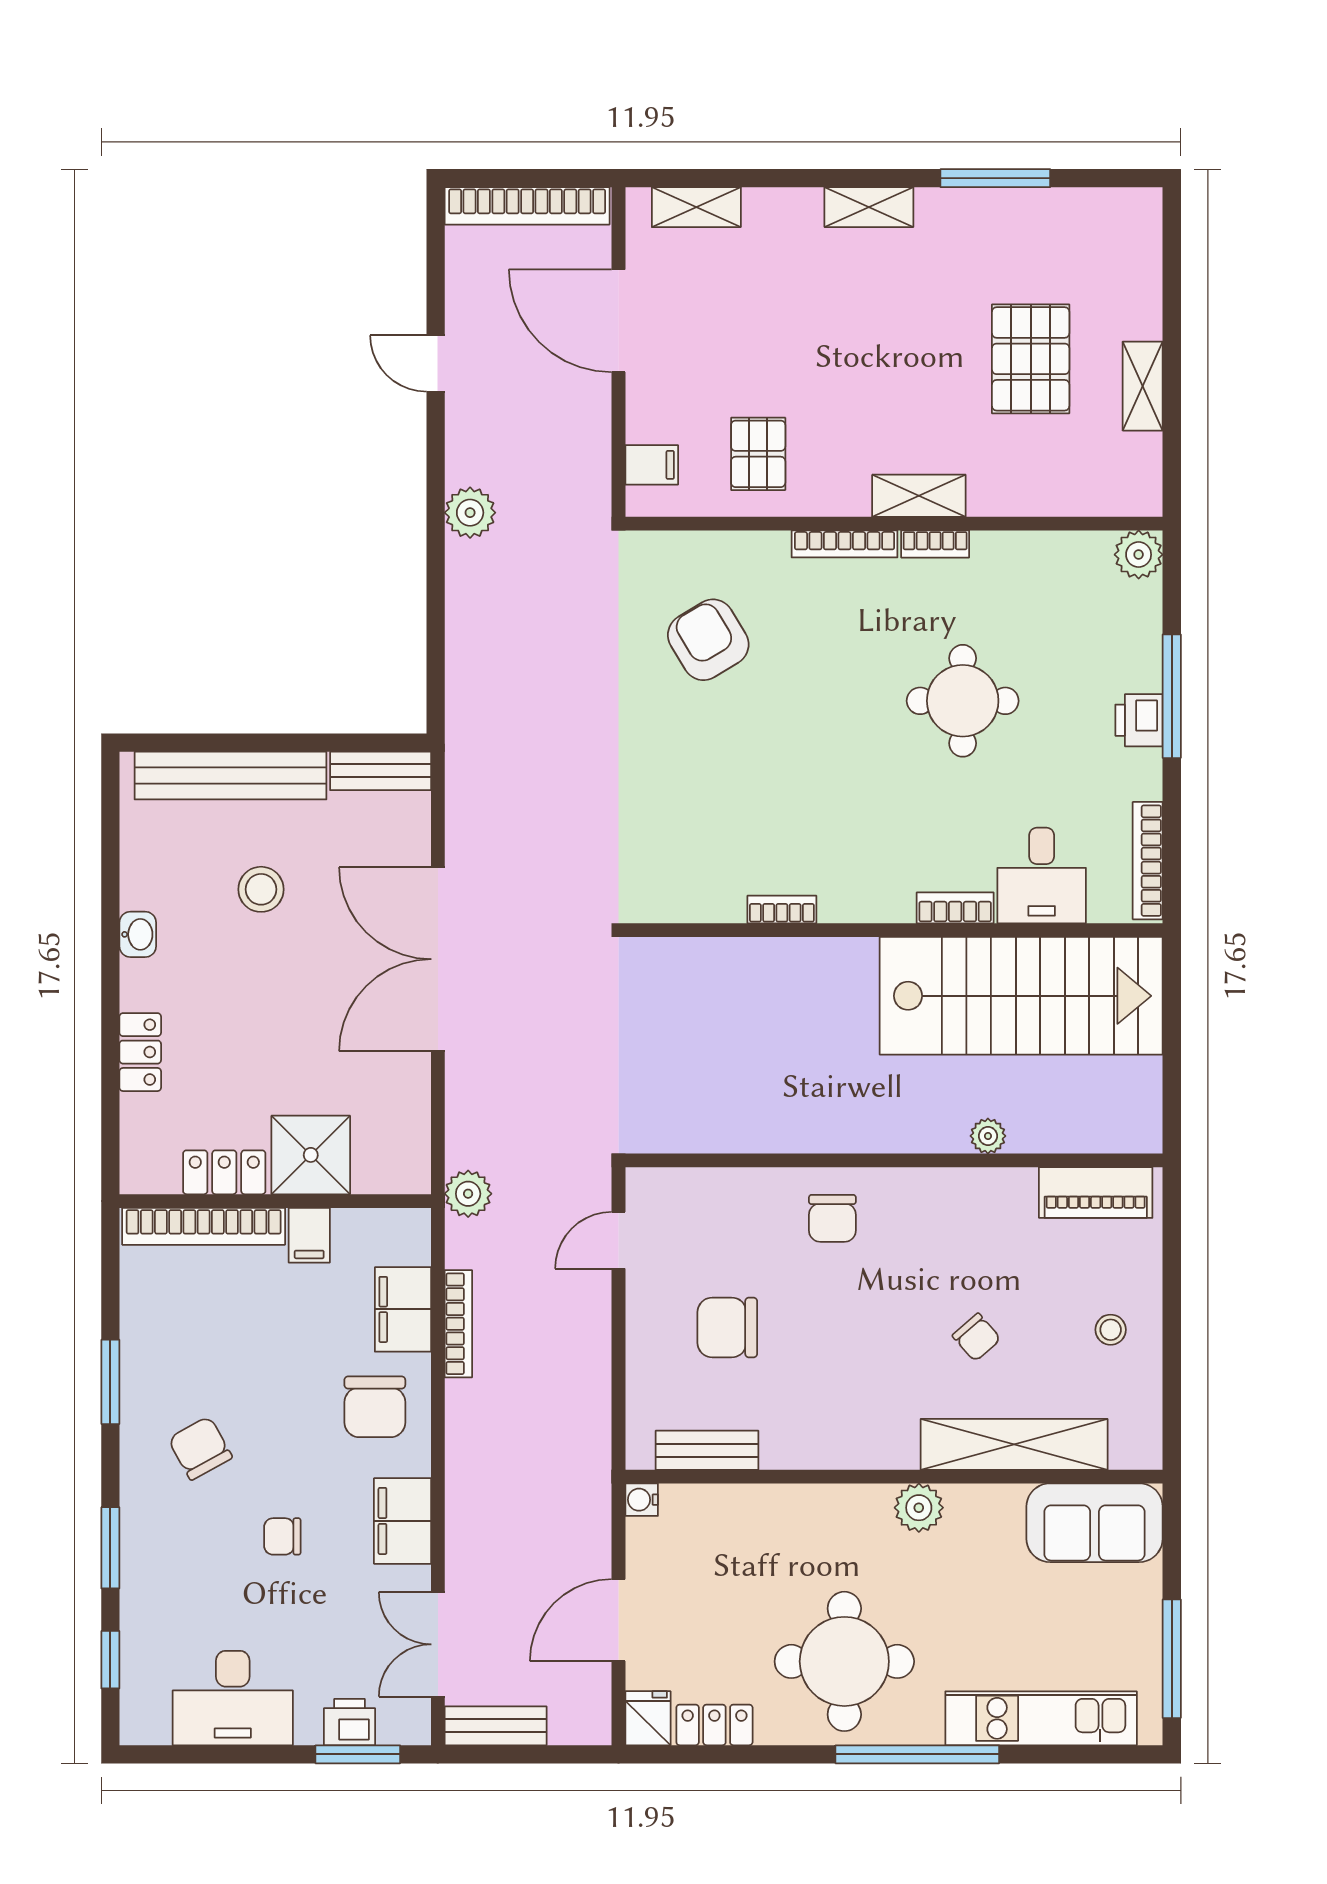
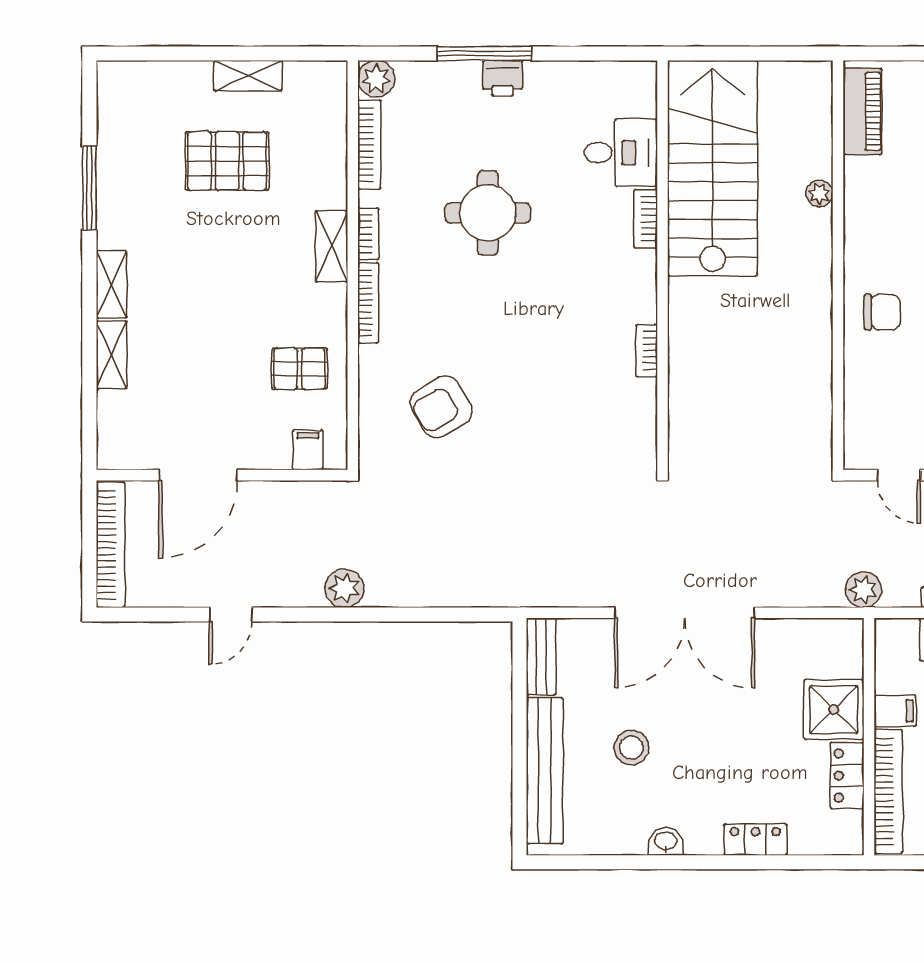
shelving: (696, 207) -> (112, 355), moved
bookcase: (1148, 861) -> (369, 145), moved, turned -90

